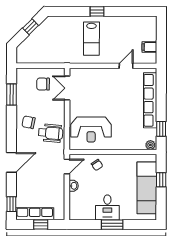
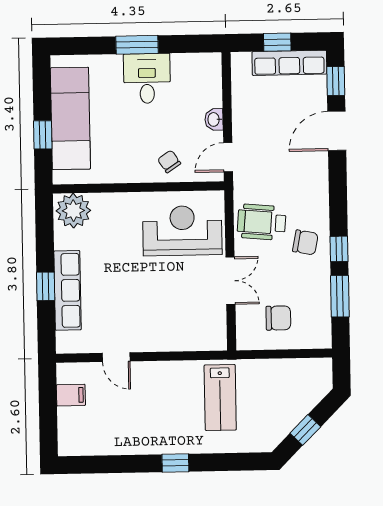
lab bench: (91, 39) -> (220, 397), moved, turned 180
door: (126, 66) -> (116, 357), hinge flipped
double door: (67, 88) -> (230, 281), moved
row of seats: (150, 100) -> (67, 290), width x0.73
window: (11, 119) -> (339, 249), added
window: (161, 129) -> (46, 286), moved
plant: (150, 145) -> (73, 211), width x1.87, depth x1.87
door: (11, 162) -> (337, 131), moved

